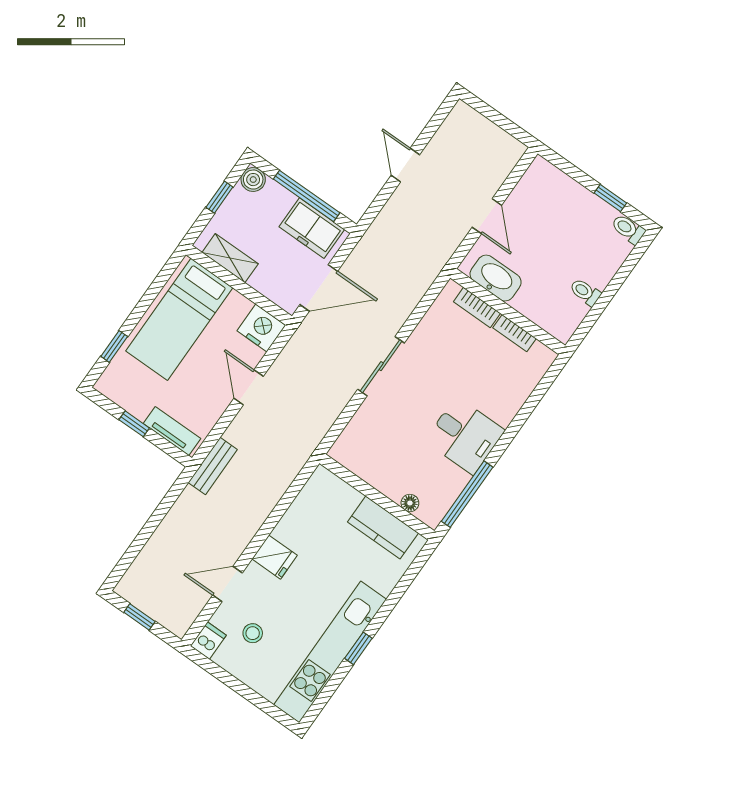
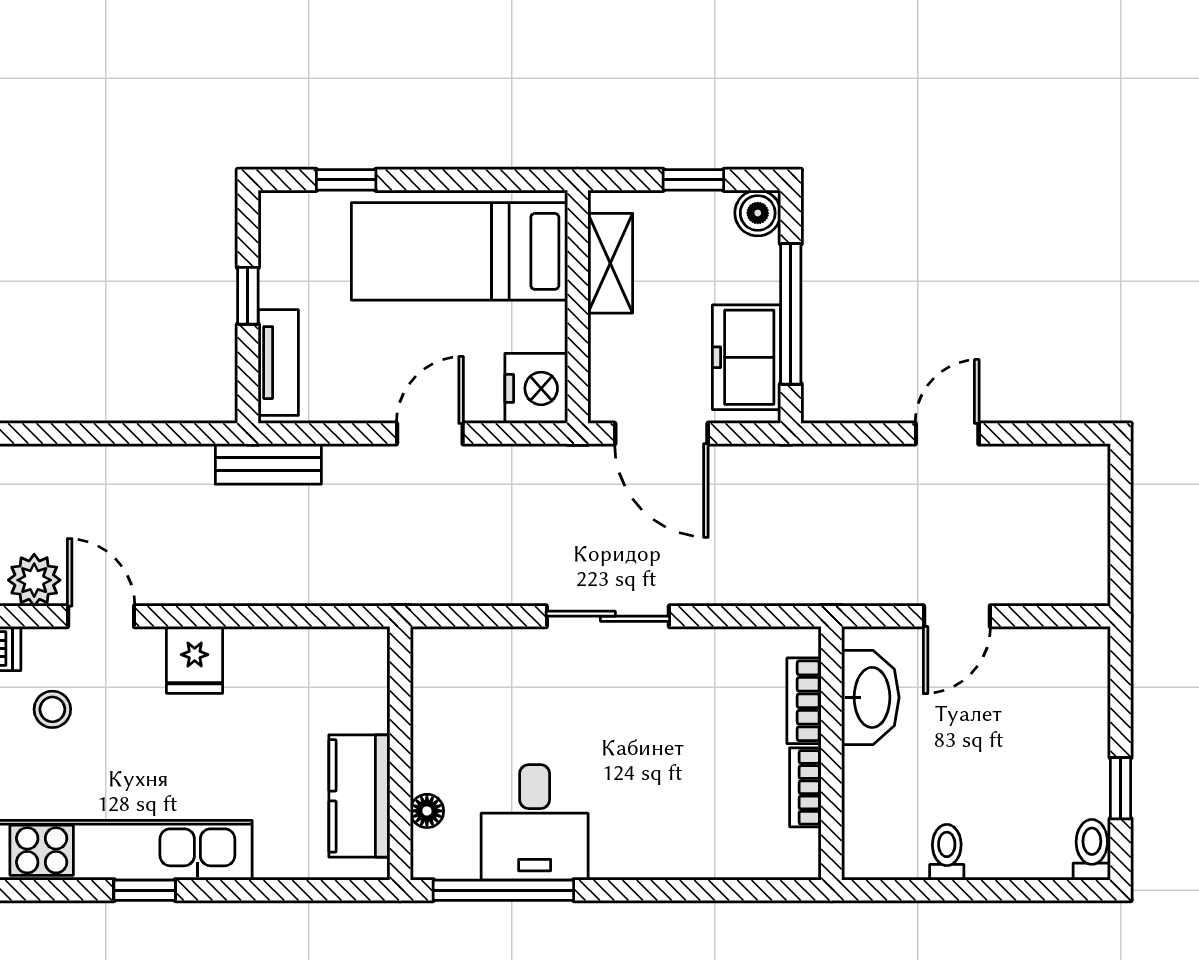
desk: (465, 436) -> (535, 822), moved
plant: (192, 602) -> (34, 580), added

